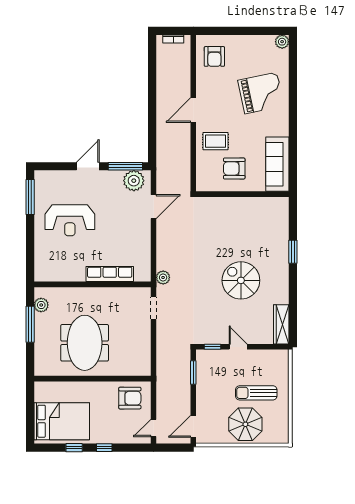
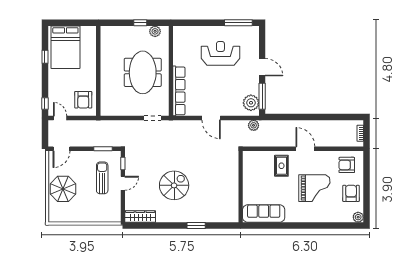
grand piano: (261, 93) -> (314, 188), moved, turned -78
armchair: (234, 168) -> (351, 193), moved
door: (154, 207) -> (211, 118), moved
reception desk: (70, 220) -> (220, 53), turned 90
row of seats: (110, 274) -> (179, 91), width x1.36
plant: (163, 277) -> (254, 125), moved
window: (30, 324) -> (140, 23), width x0.46
meeting table: (85, 343) -> (143, 72), moved, turned 90
sun lounger: (256, 393) -> (102, 178), moved
door: (193, 426) -> (61, 149), swing flipped
window: (104, 448) -> (45, 104), moved

